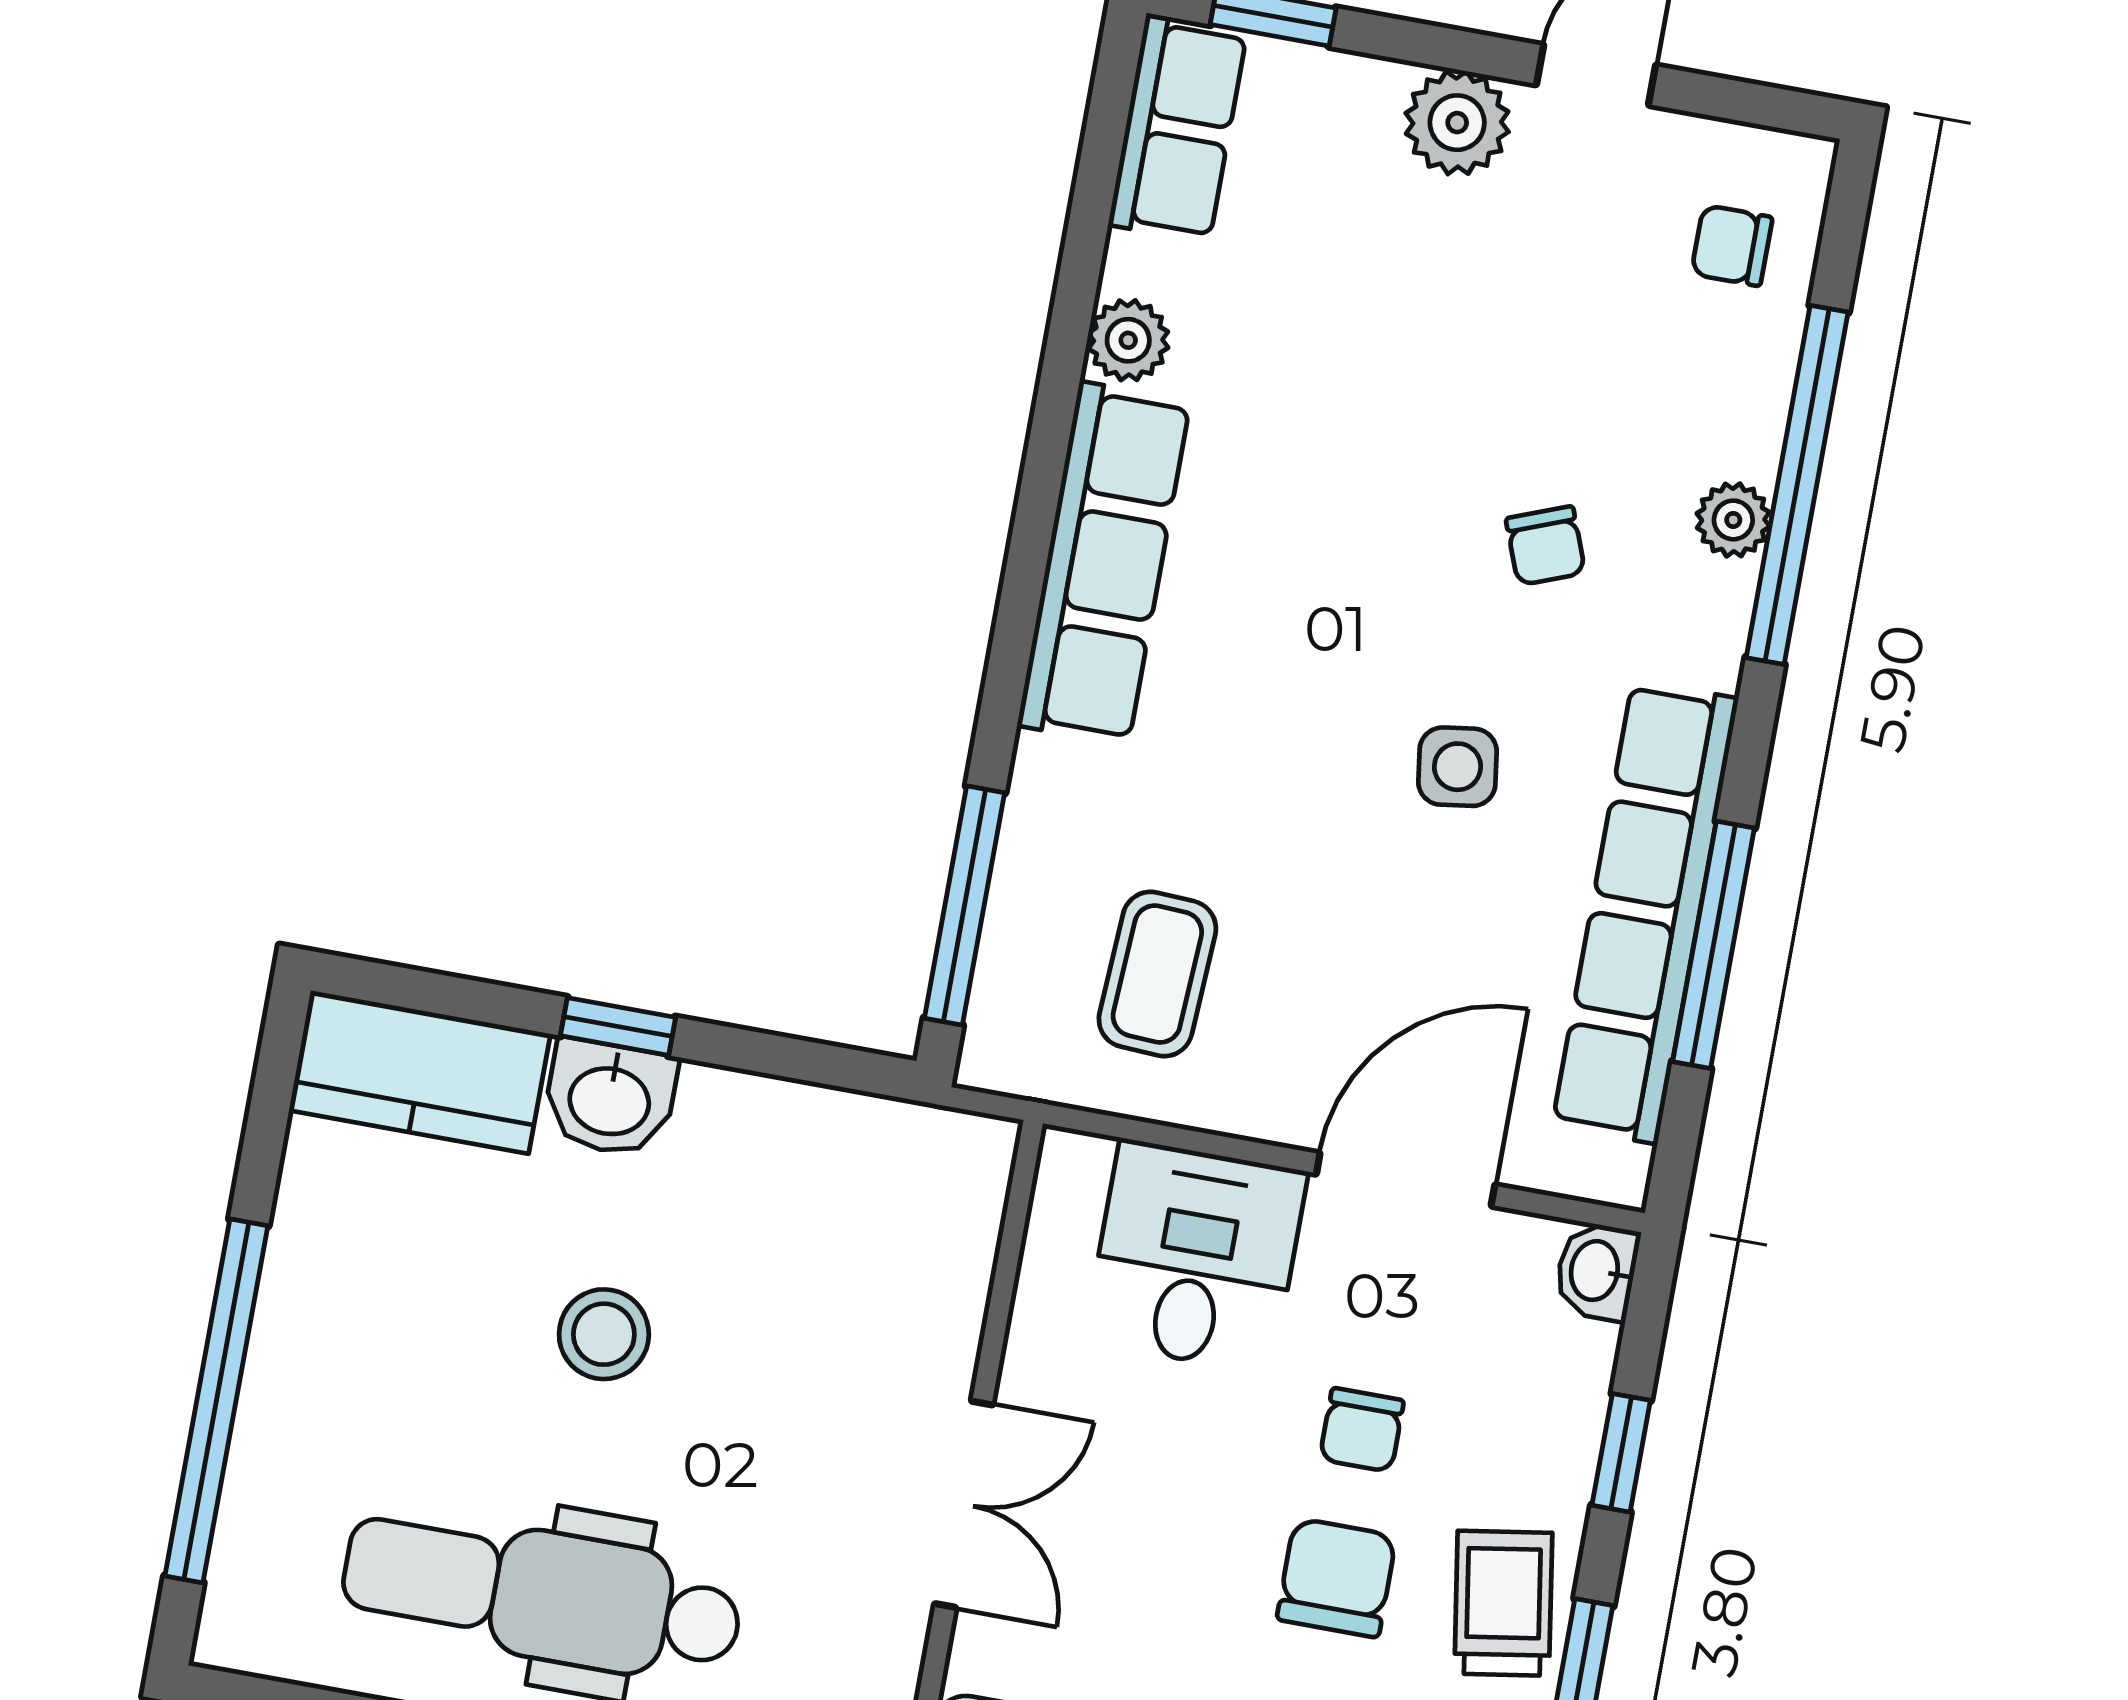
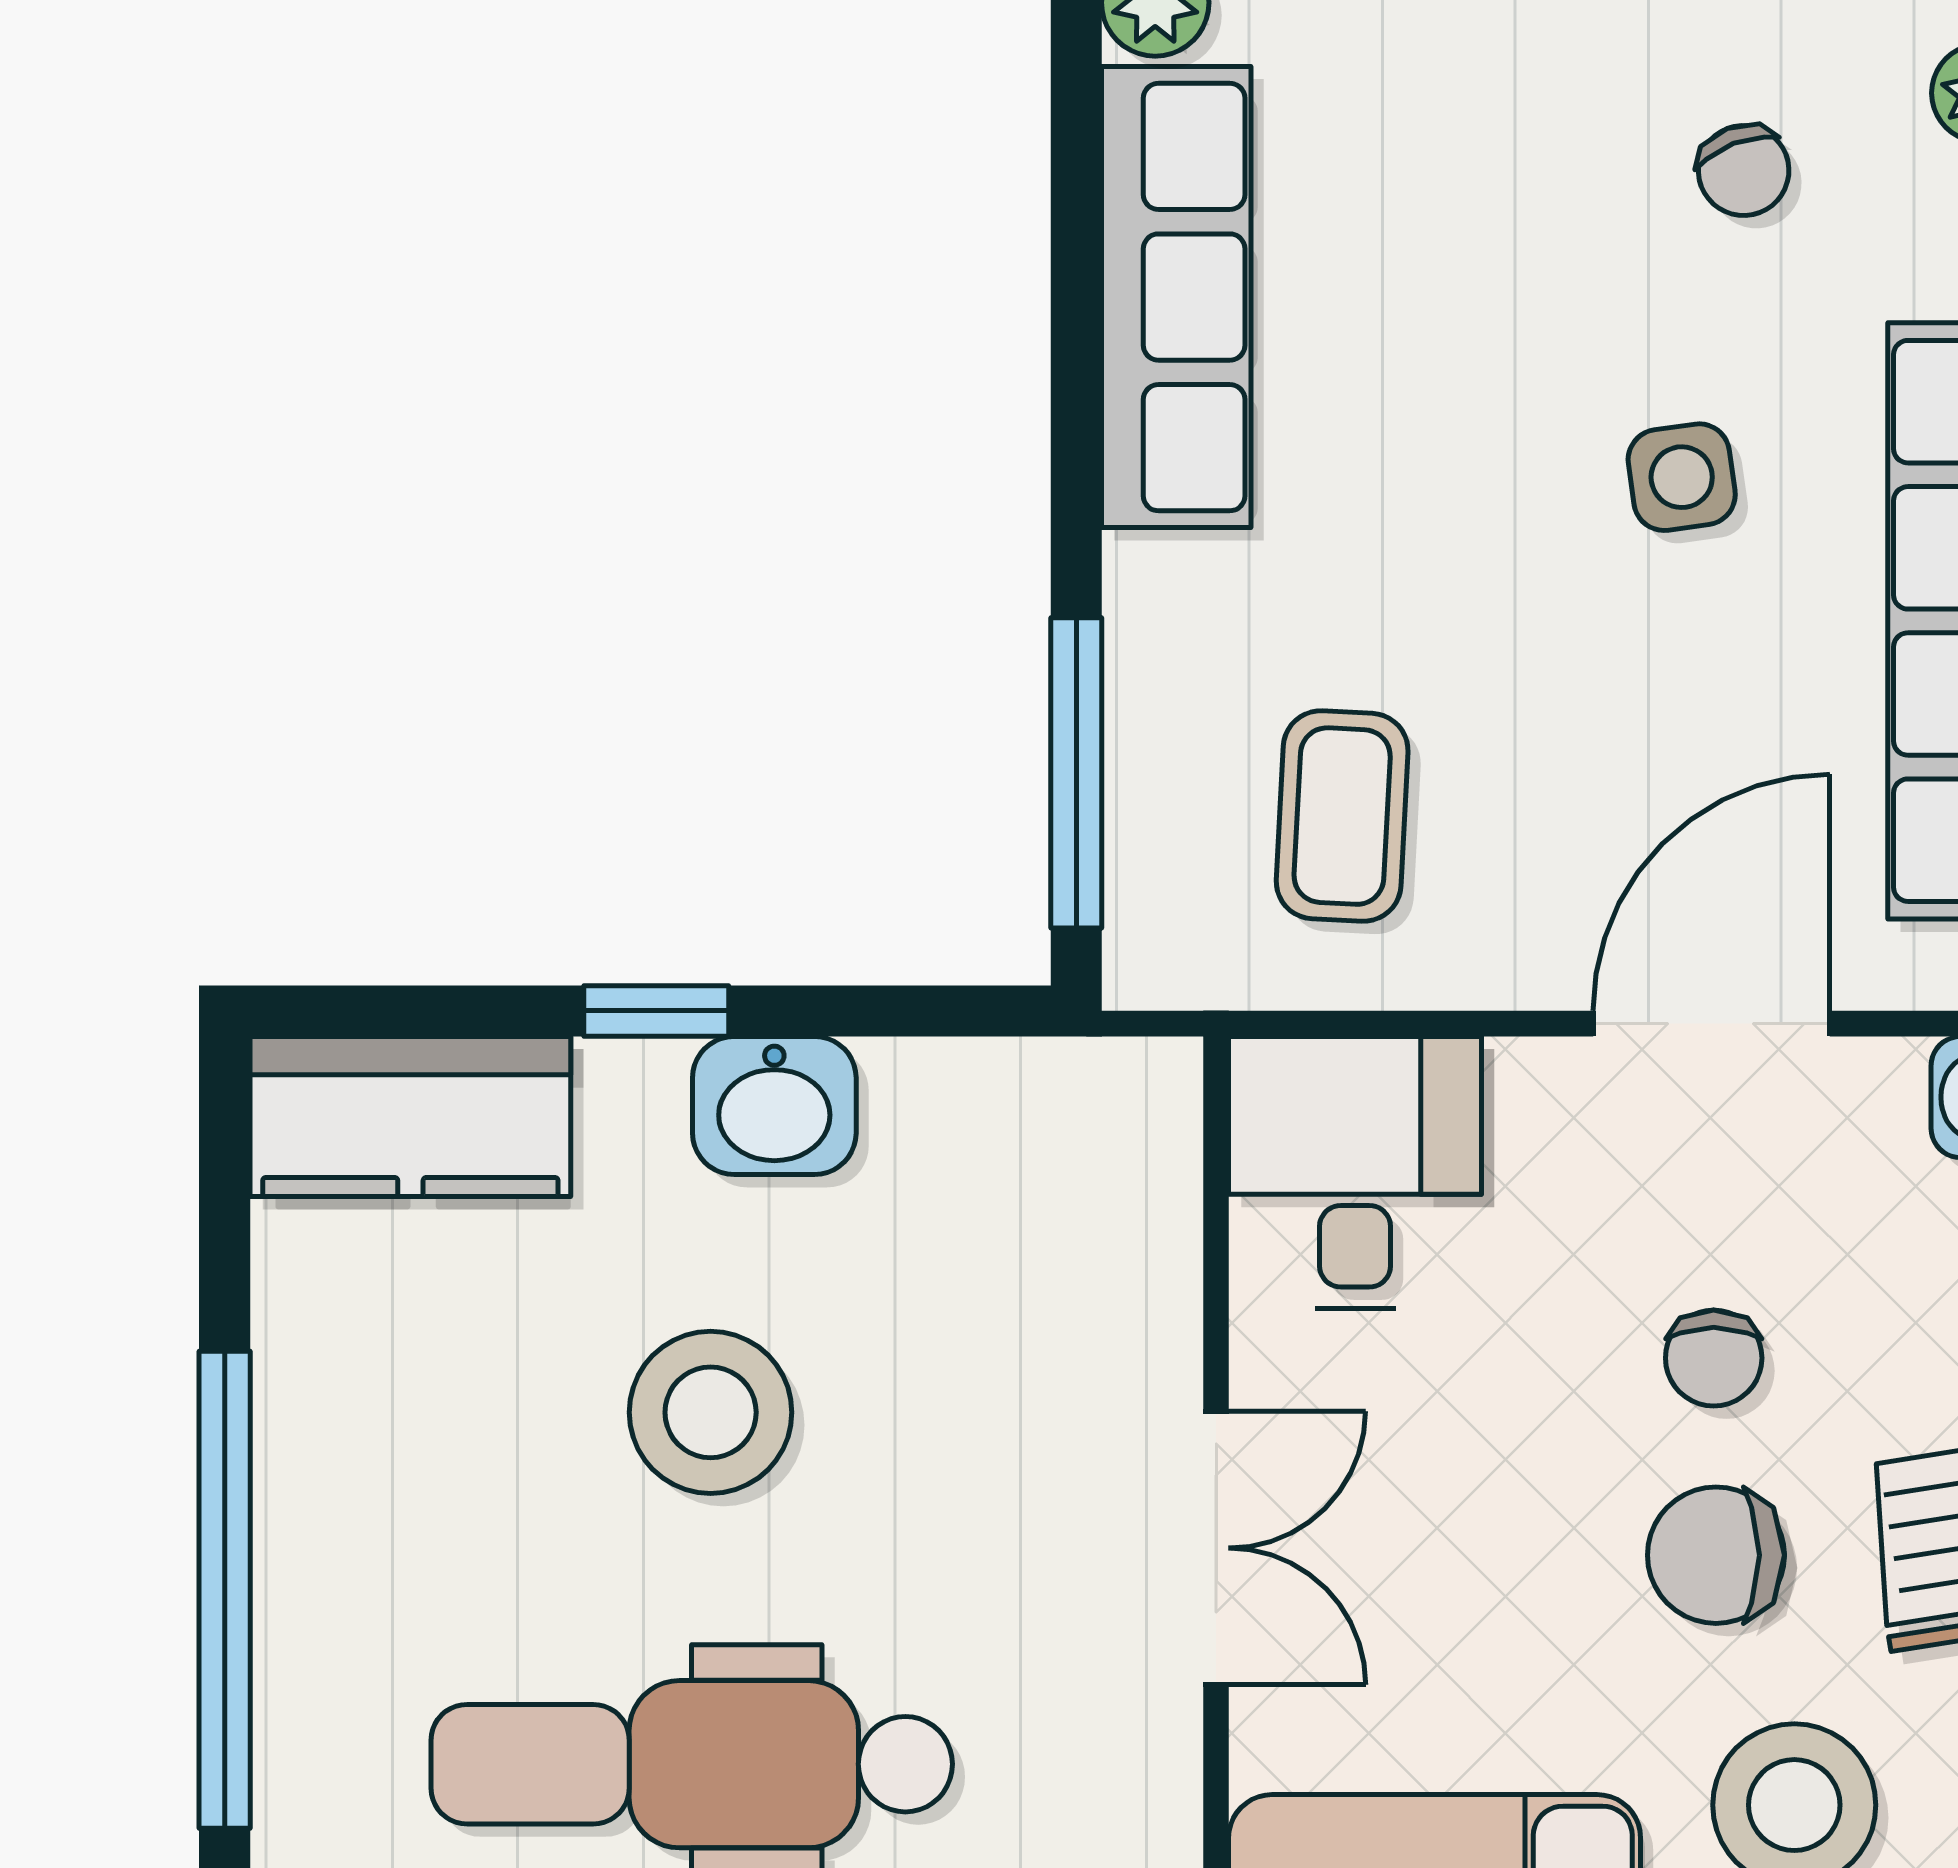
washbasin: (610, 1098) -> (774, 1105), moved
desk: (1196, 1257) -> (1355, 1173), moved
stool: (604, 1334) -> (711, 1412), width x1.38, depth x1.38
chair: (1337, 1578) -> (1716, 1555), turned -90

